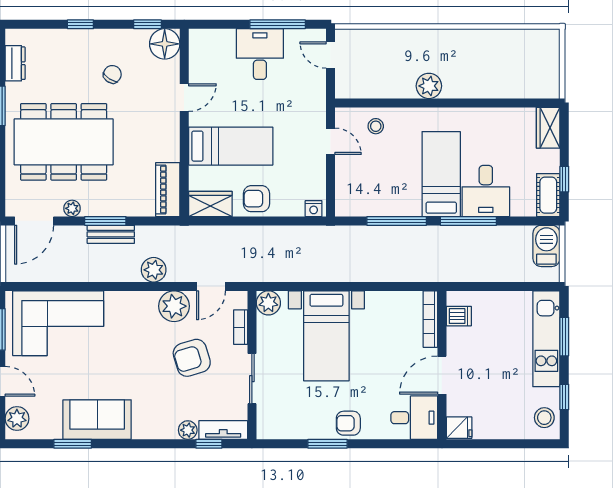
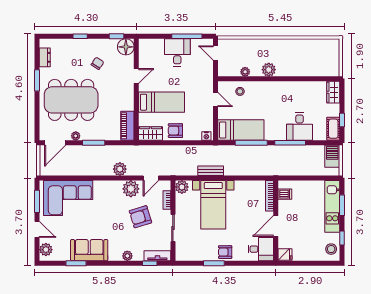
plant: (385, 90) -> (245, 72), added
bed: (441, 174) -> (241, 130), moved, turned 90
bench: (111, 234) -> (211, 171), moved
plant: (188, 430) -> (127, 256), moved

